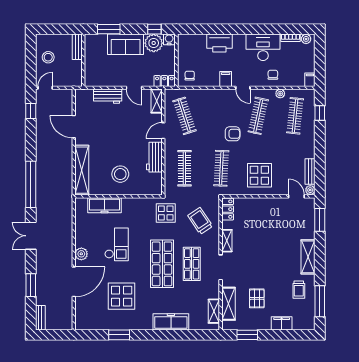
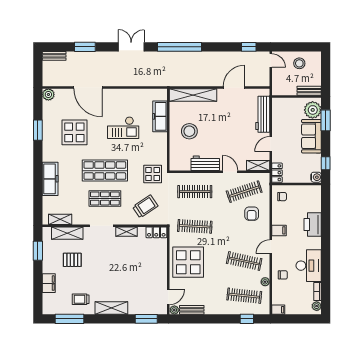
plant: (154, 43) -> (313, 110), moved
workbench: (108, 96) -> (263, 114), width x1.38
armchair: (233, 134) -> (252, 214), moved
display table: (259, 175) -> (188, 262), width x1.36, depth x1.36
plant: (81, 254) -> (48, 94), moved

